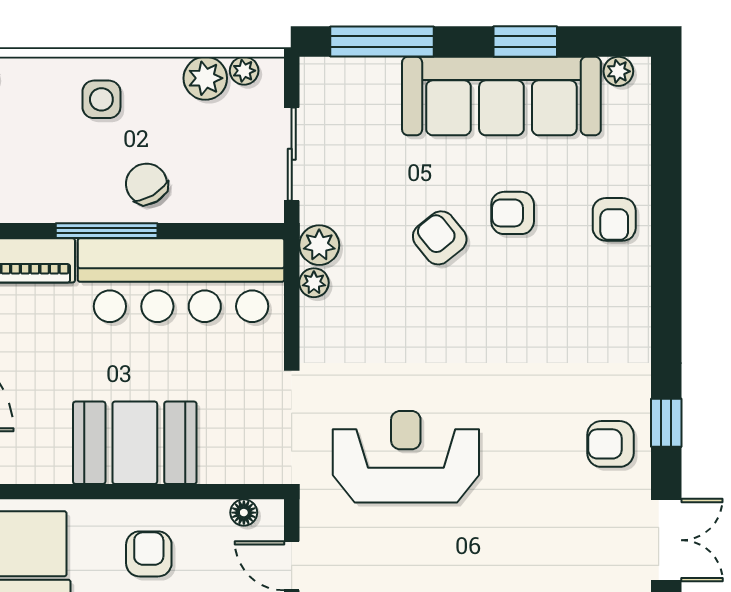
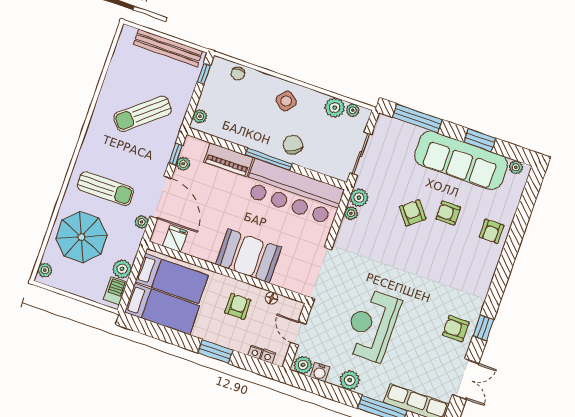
side table: (101, 99) -> (286, 101), turned 38
reception desk: (406, 457) -> (372, 325), moved, turned -90
floor lamp: (244, 513) -> (272, 298), moved

